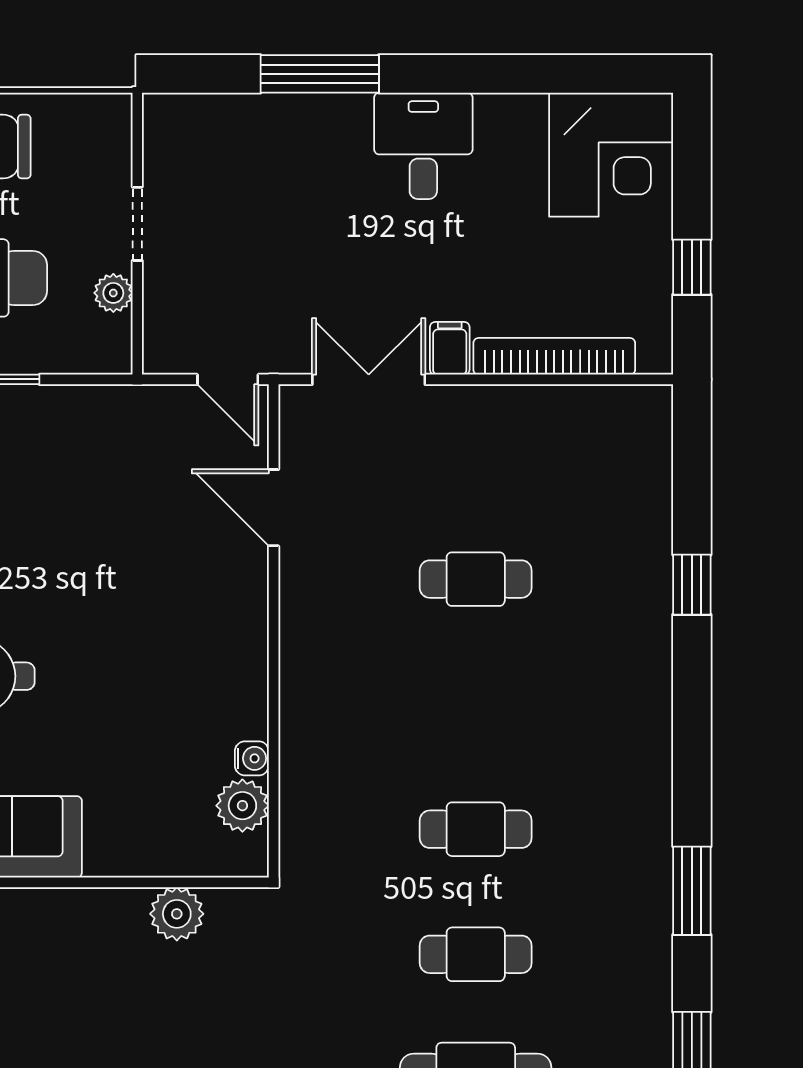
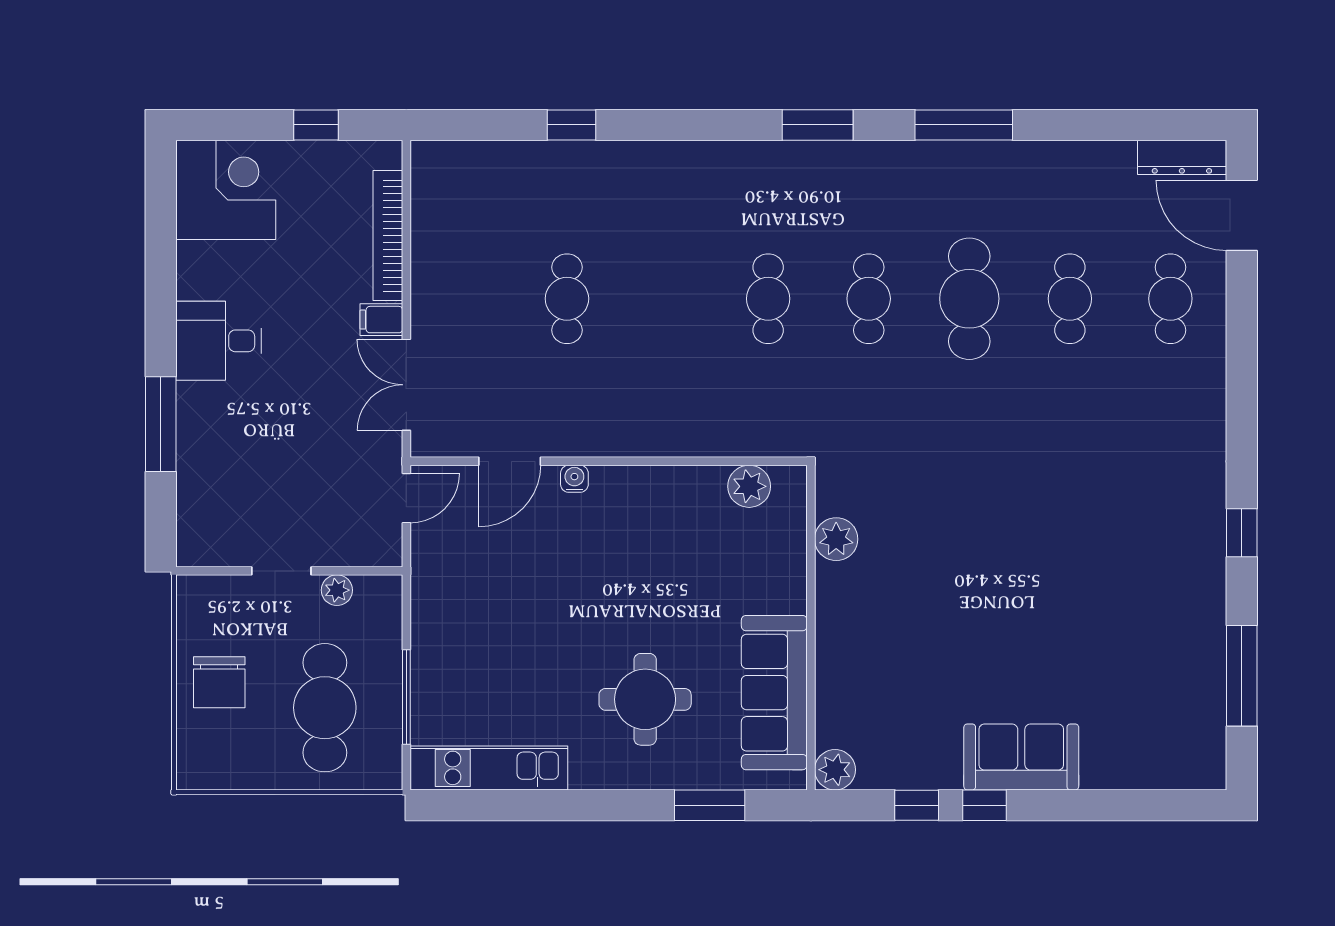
water cooler: (252, 758) -> (574, 479), moved

